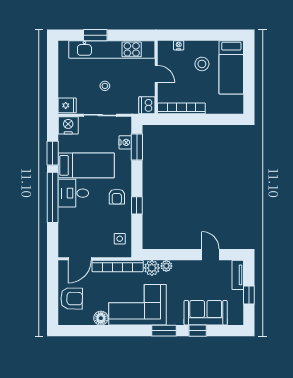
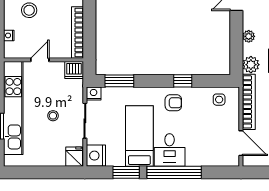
nightstand: (125, 142) -> (94, 94), moved
plant: (166, 266) -> (249, 36), moved

